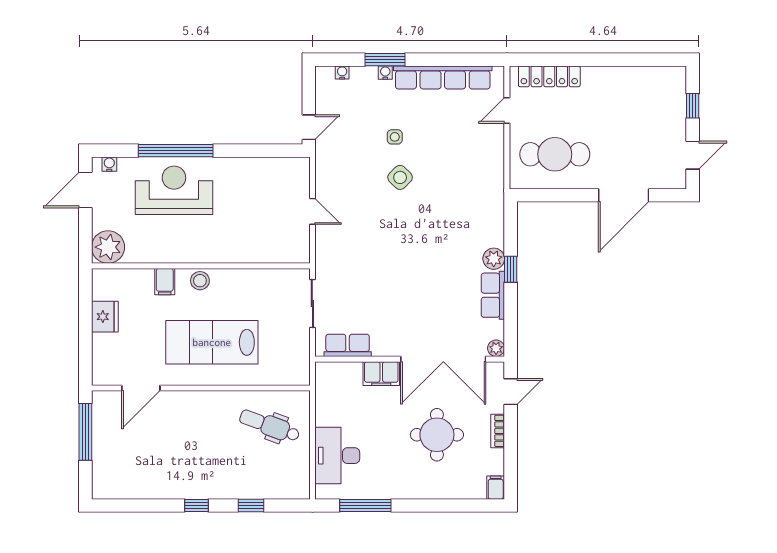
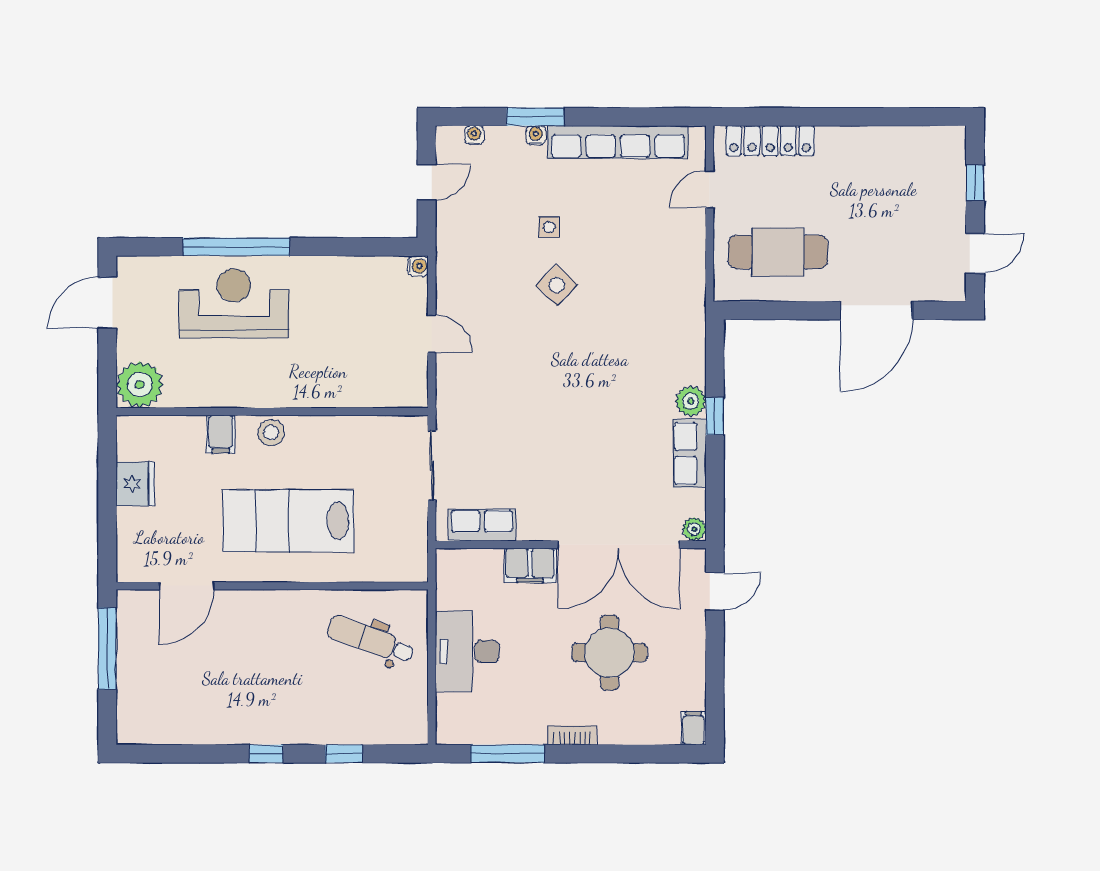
door: (309, 127) -> (426, 182), moved
water cooler: (109, 164) -> (418, 266), moved, turned 90
bookcase: (498, 431) -> (572, 735), moved, turned 90
desk: (337, 456) -> (467, 651), moved

